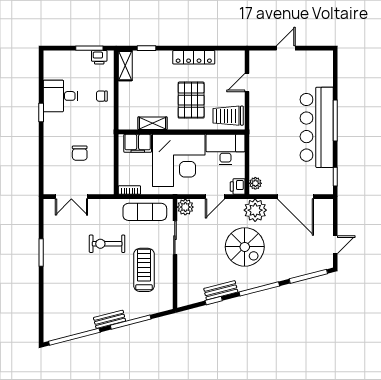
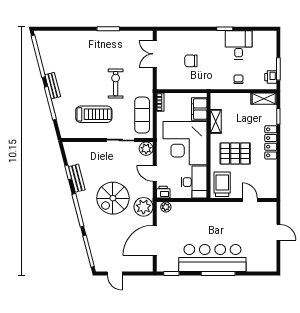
locker: (194, 57) -> (271, 142), moved

